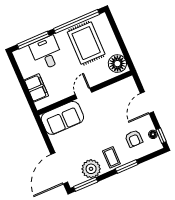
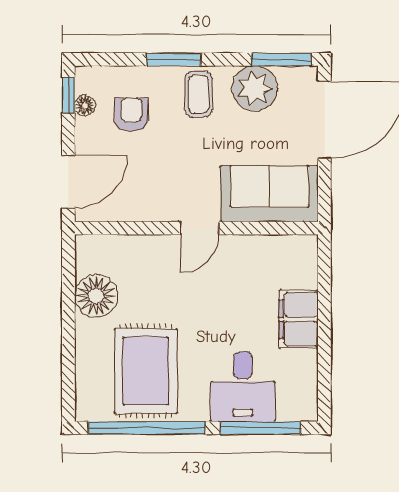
door: (83, 93) -> (200, 228), moved
wall: (85, 93) -> (196, 228), moved
sofa: (62, 118) -> (269, 194), moved

